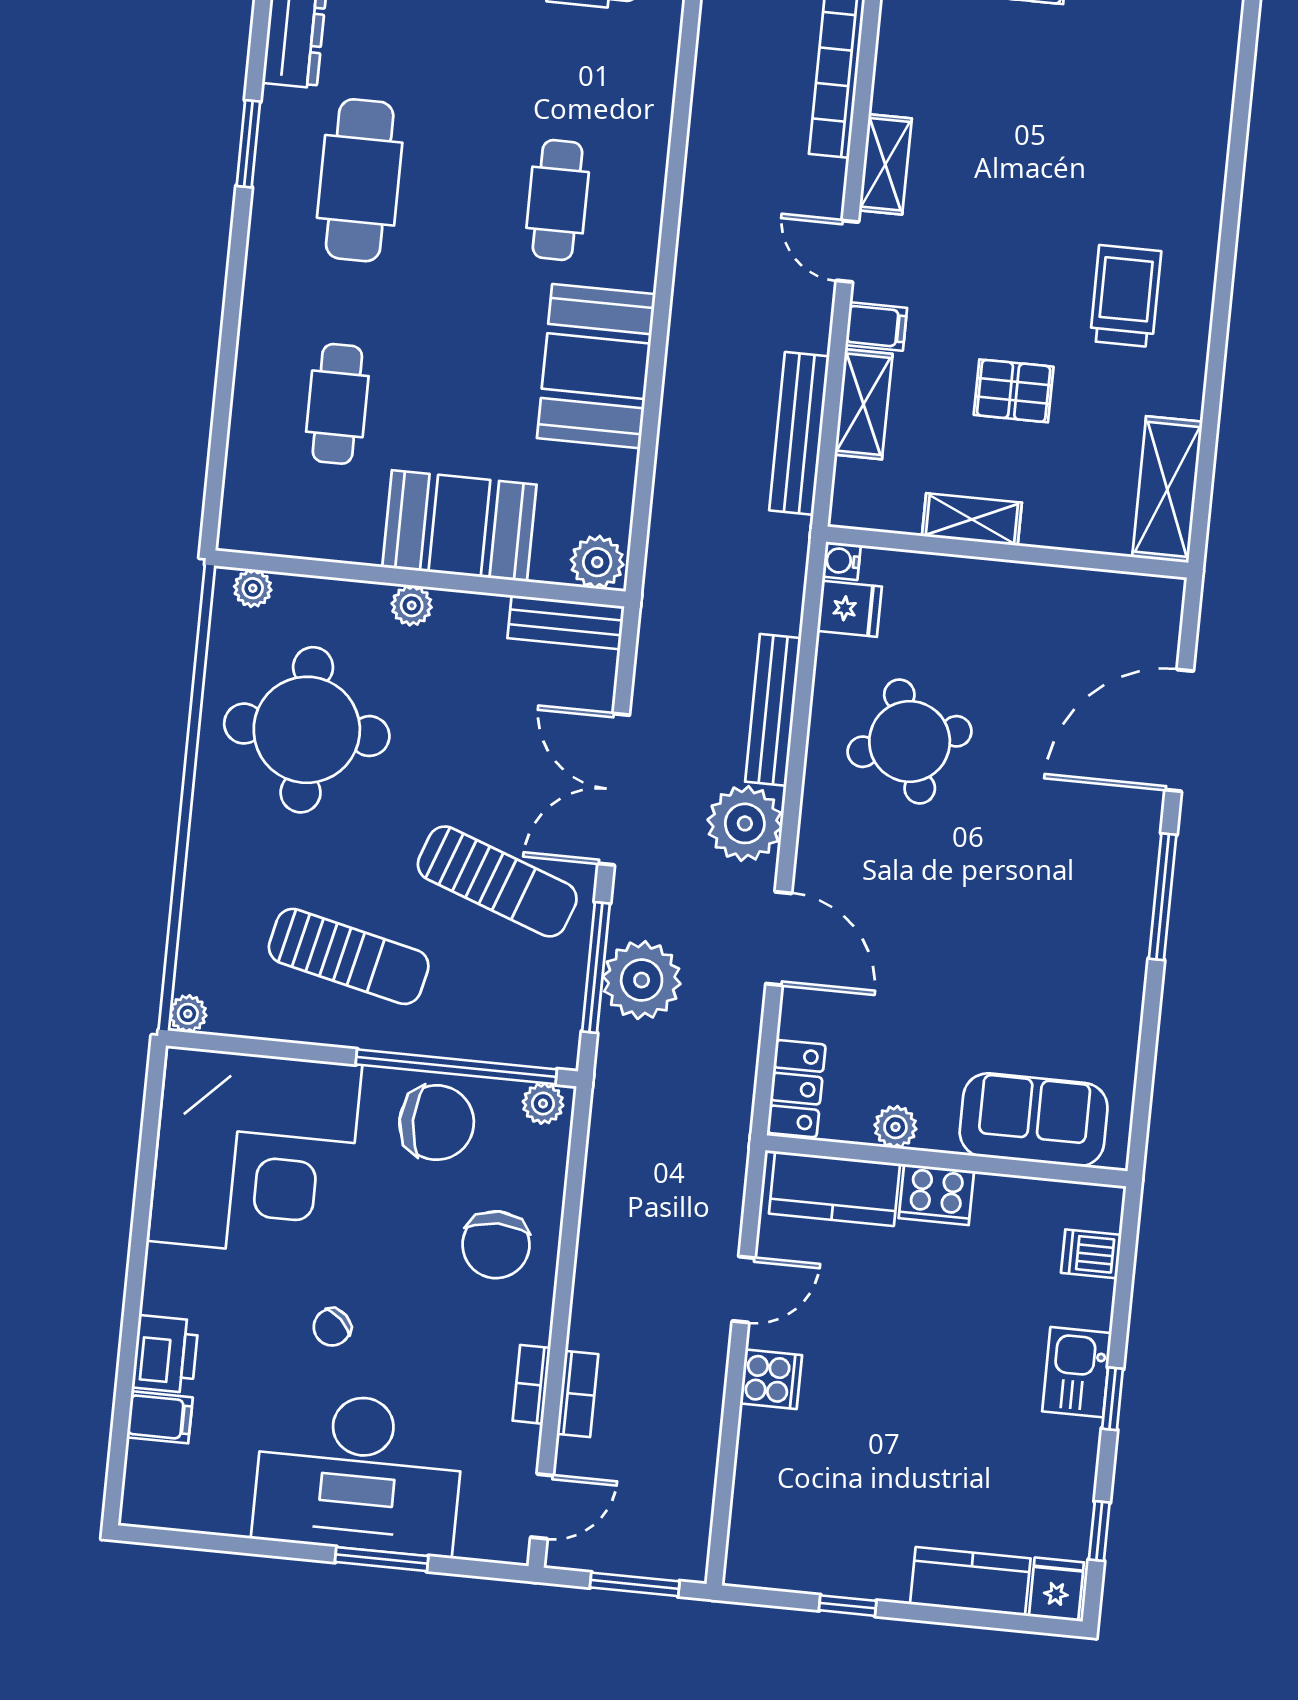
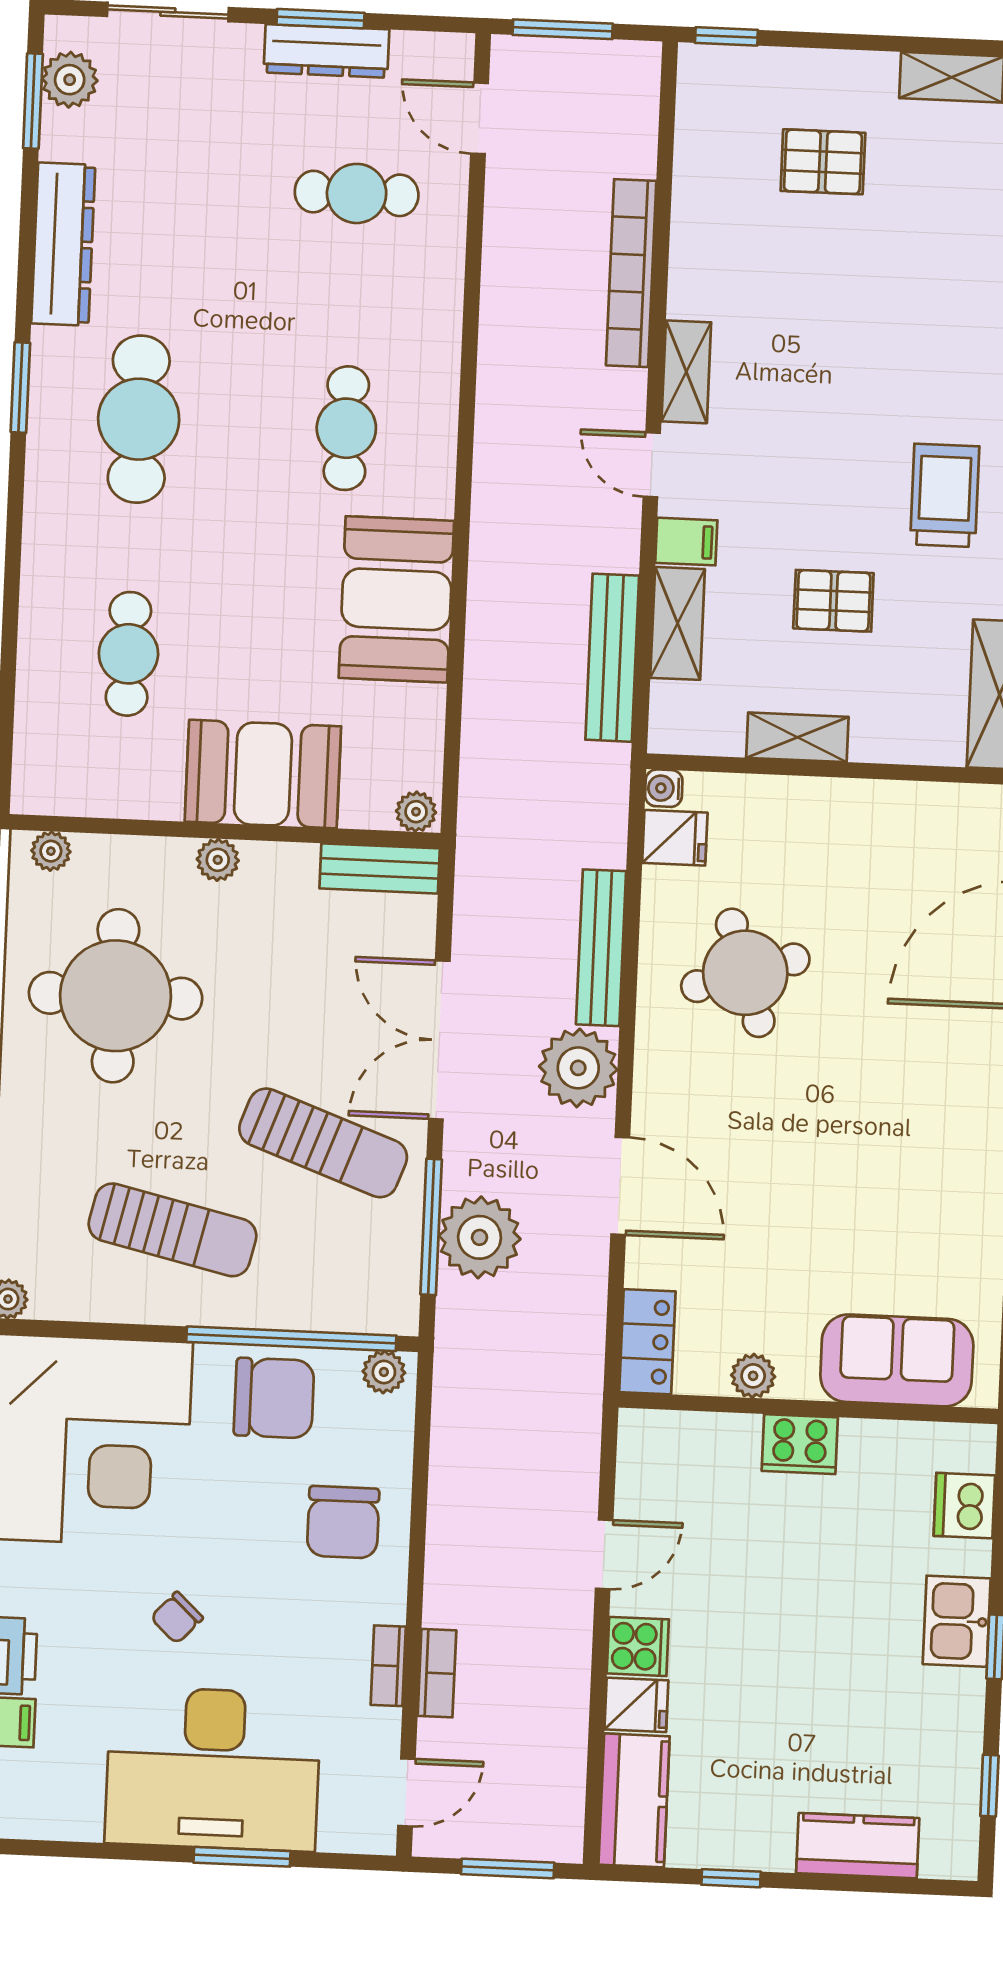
plant: (597, 562) -> (416, 812), width x0.73, depth x0.73
kitchen counter: (834, 1189) -> (634, 1800), moved, turned -90
dishwasher: (1091, 1254) -> (964, 1506), width x1.38
fridge: (1056, 1589) -> (636, 1705), moved, turned 90

